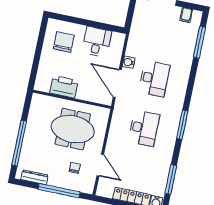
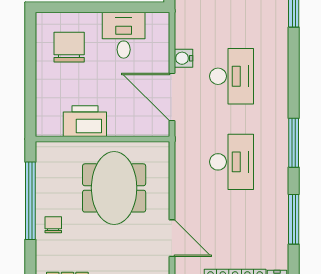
meeting table: (73, 129) -> (114, 188), turned 90
window: (19, 143) -> (30, 201), moved
chair: (75, 168) -> (53, 225), moved
window: (171, 179) -> (294, 219), moved

